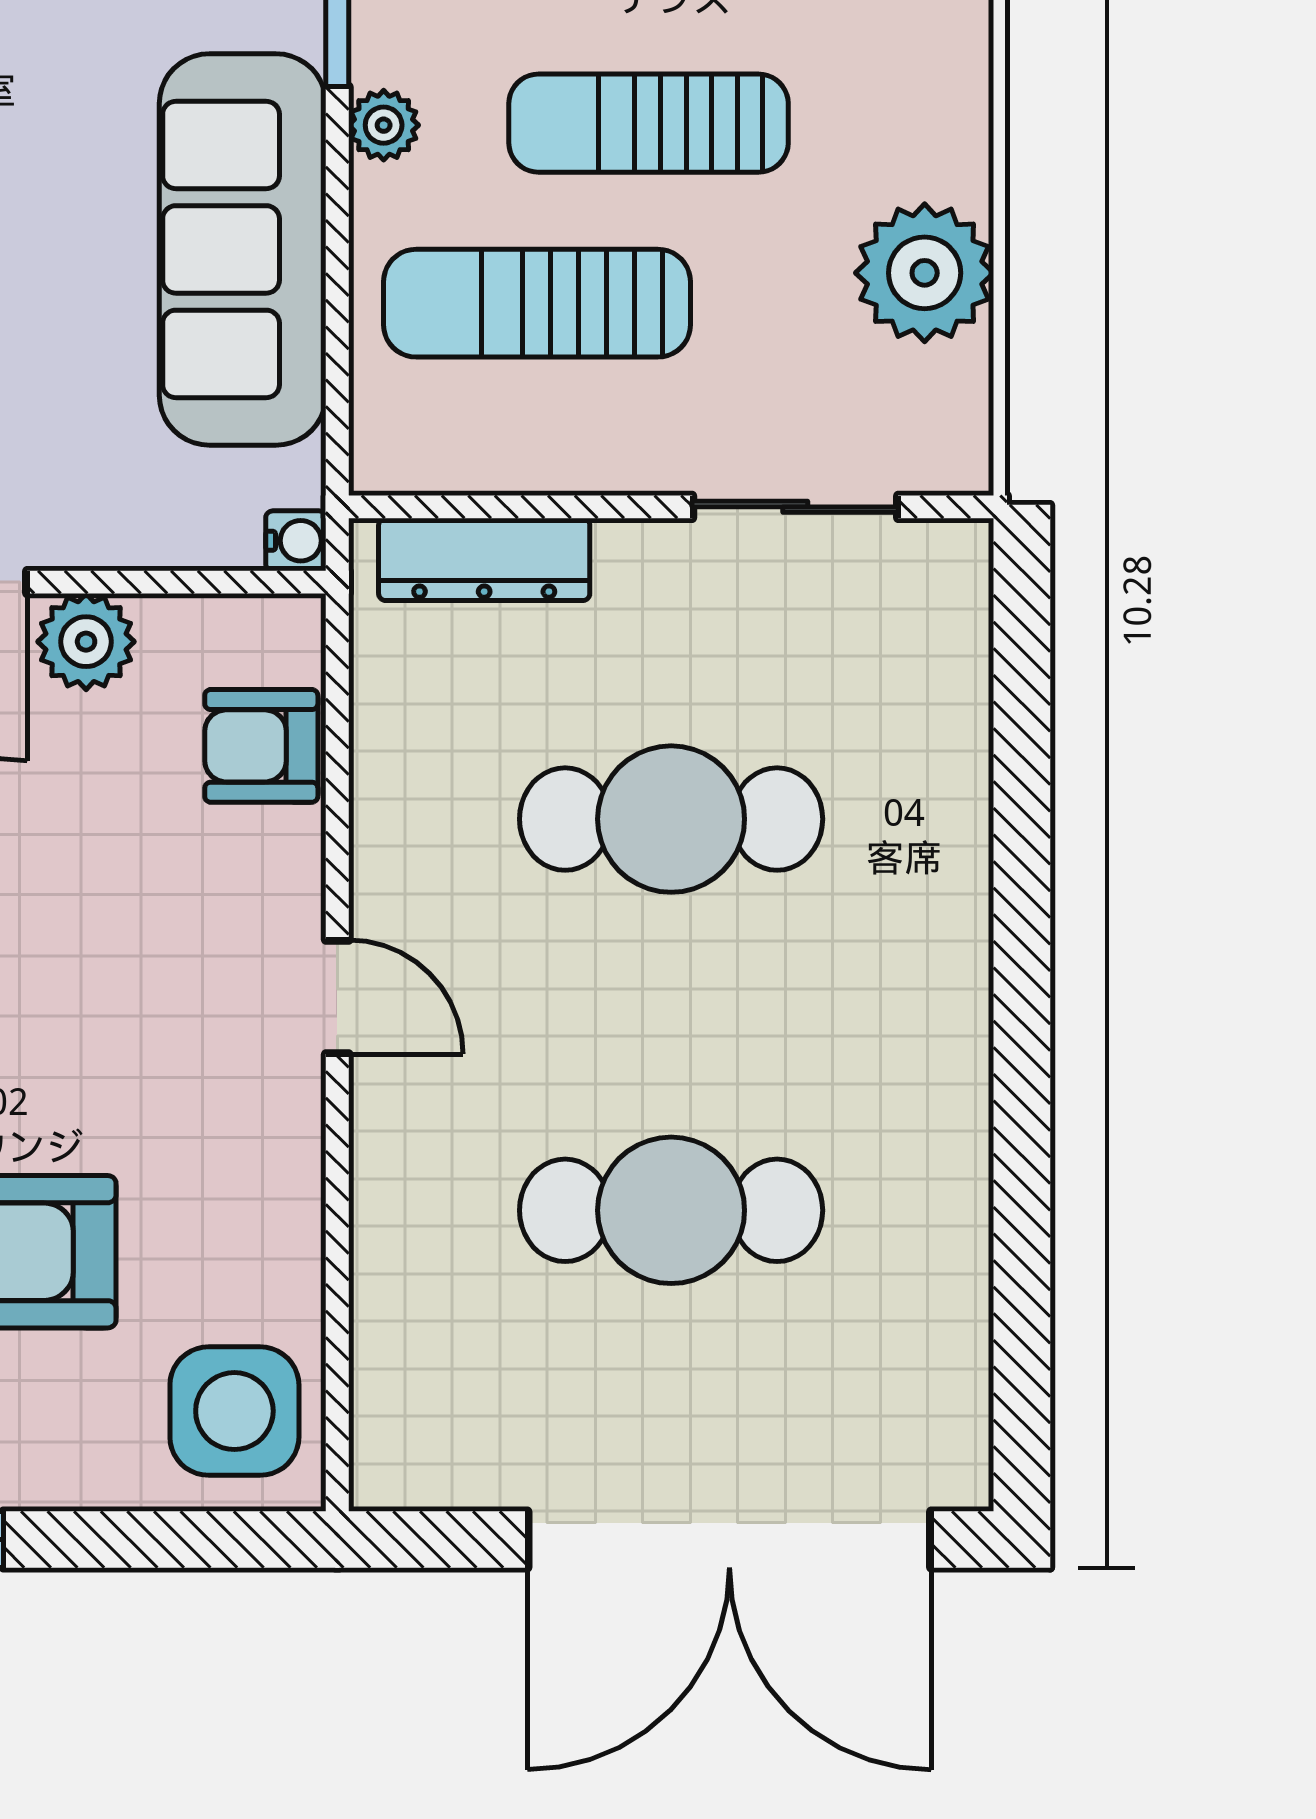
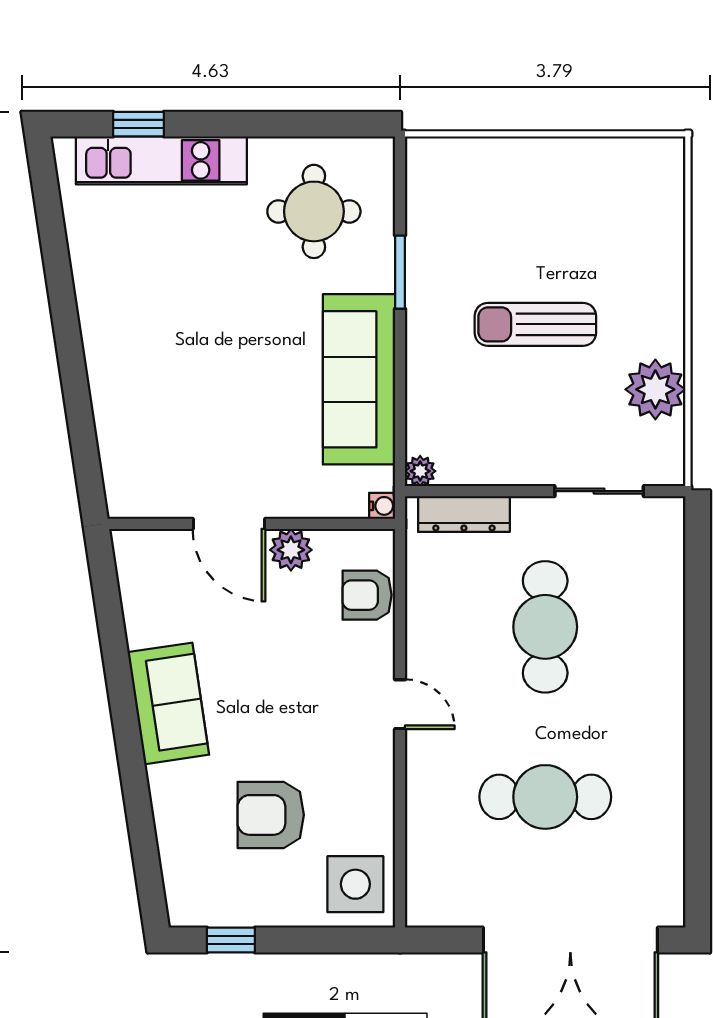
plant: (384, 125) -> (420, 471), moved
sun lounger: (537, 303) -> (487, 403), removed
cafe table: (671, 819) -> (545, 627), turned 90

